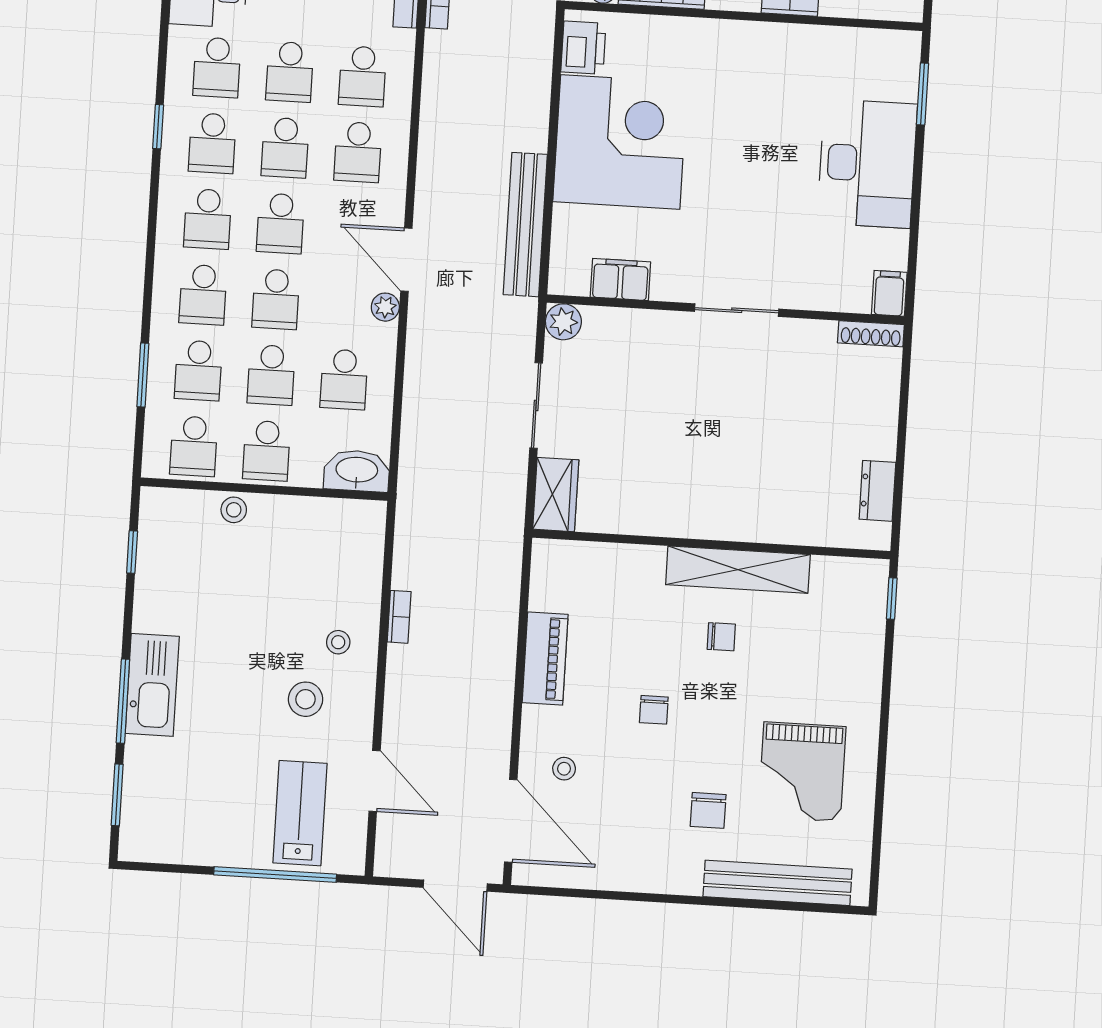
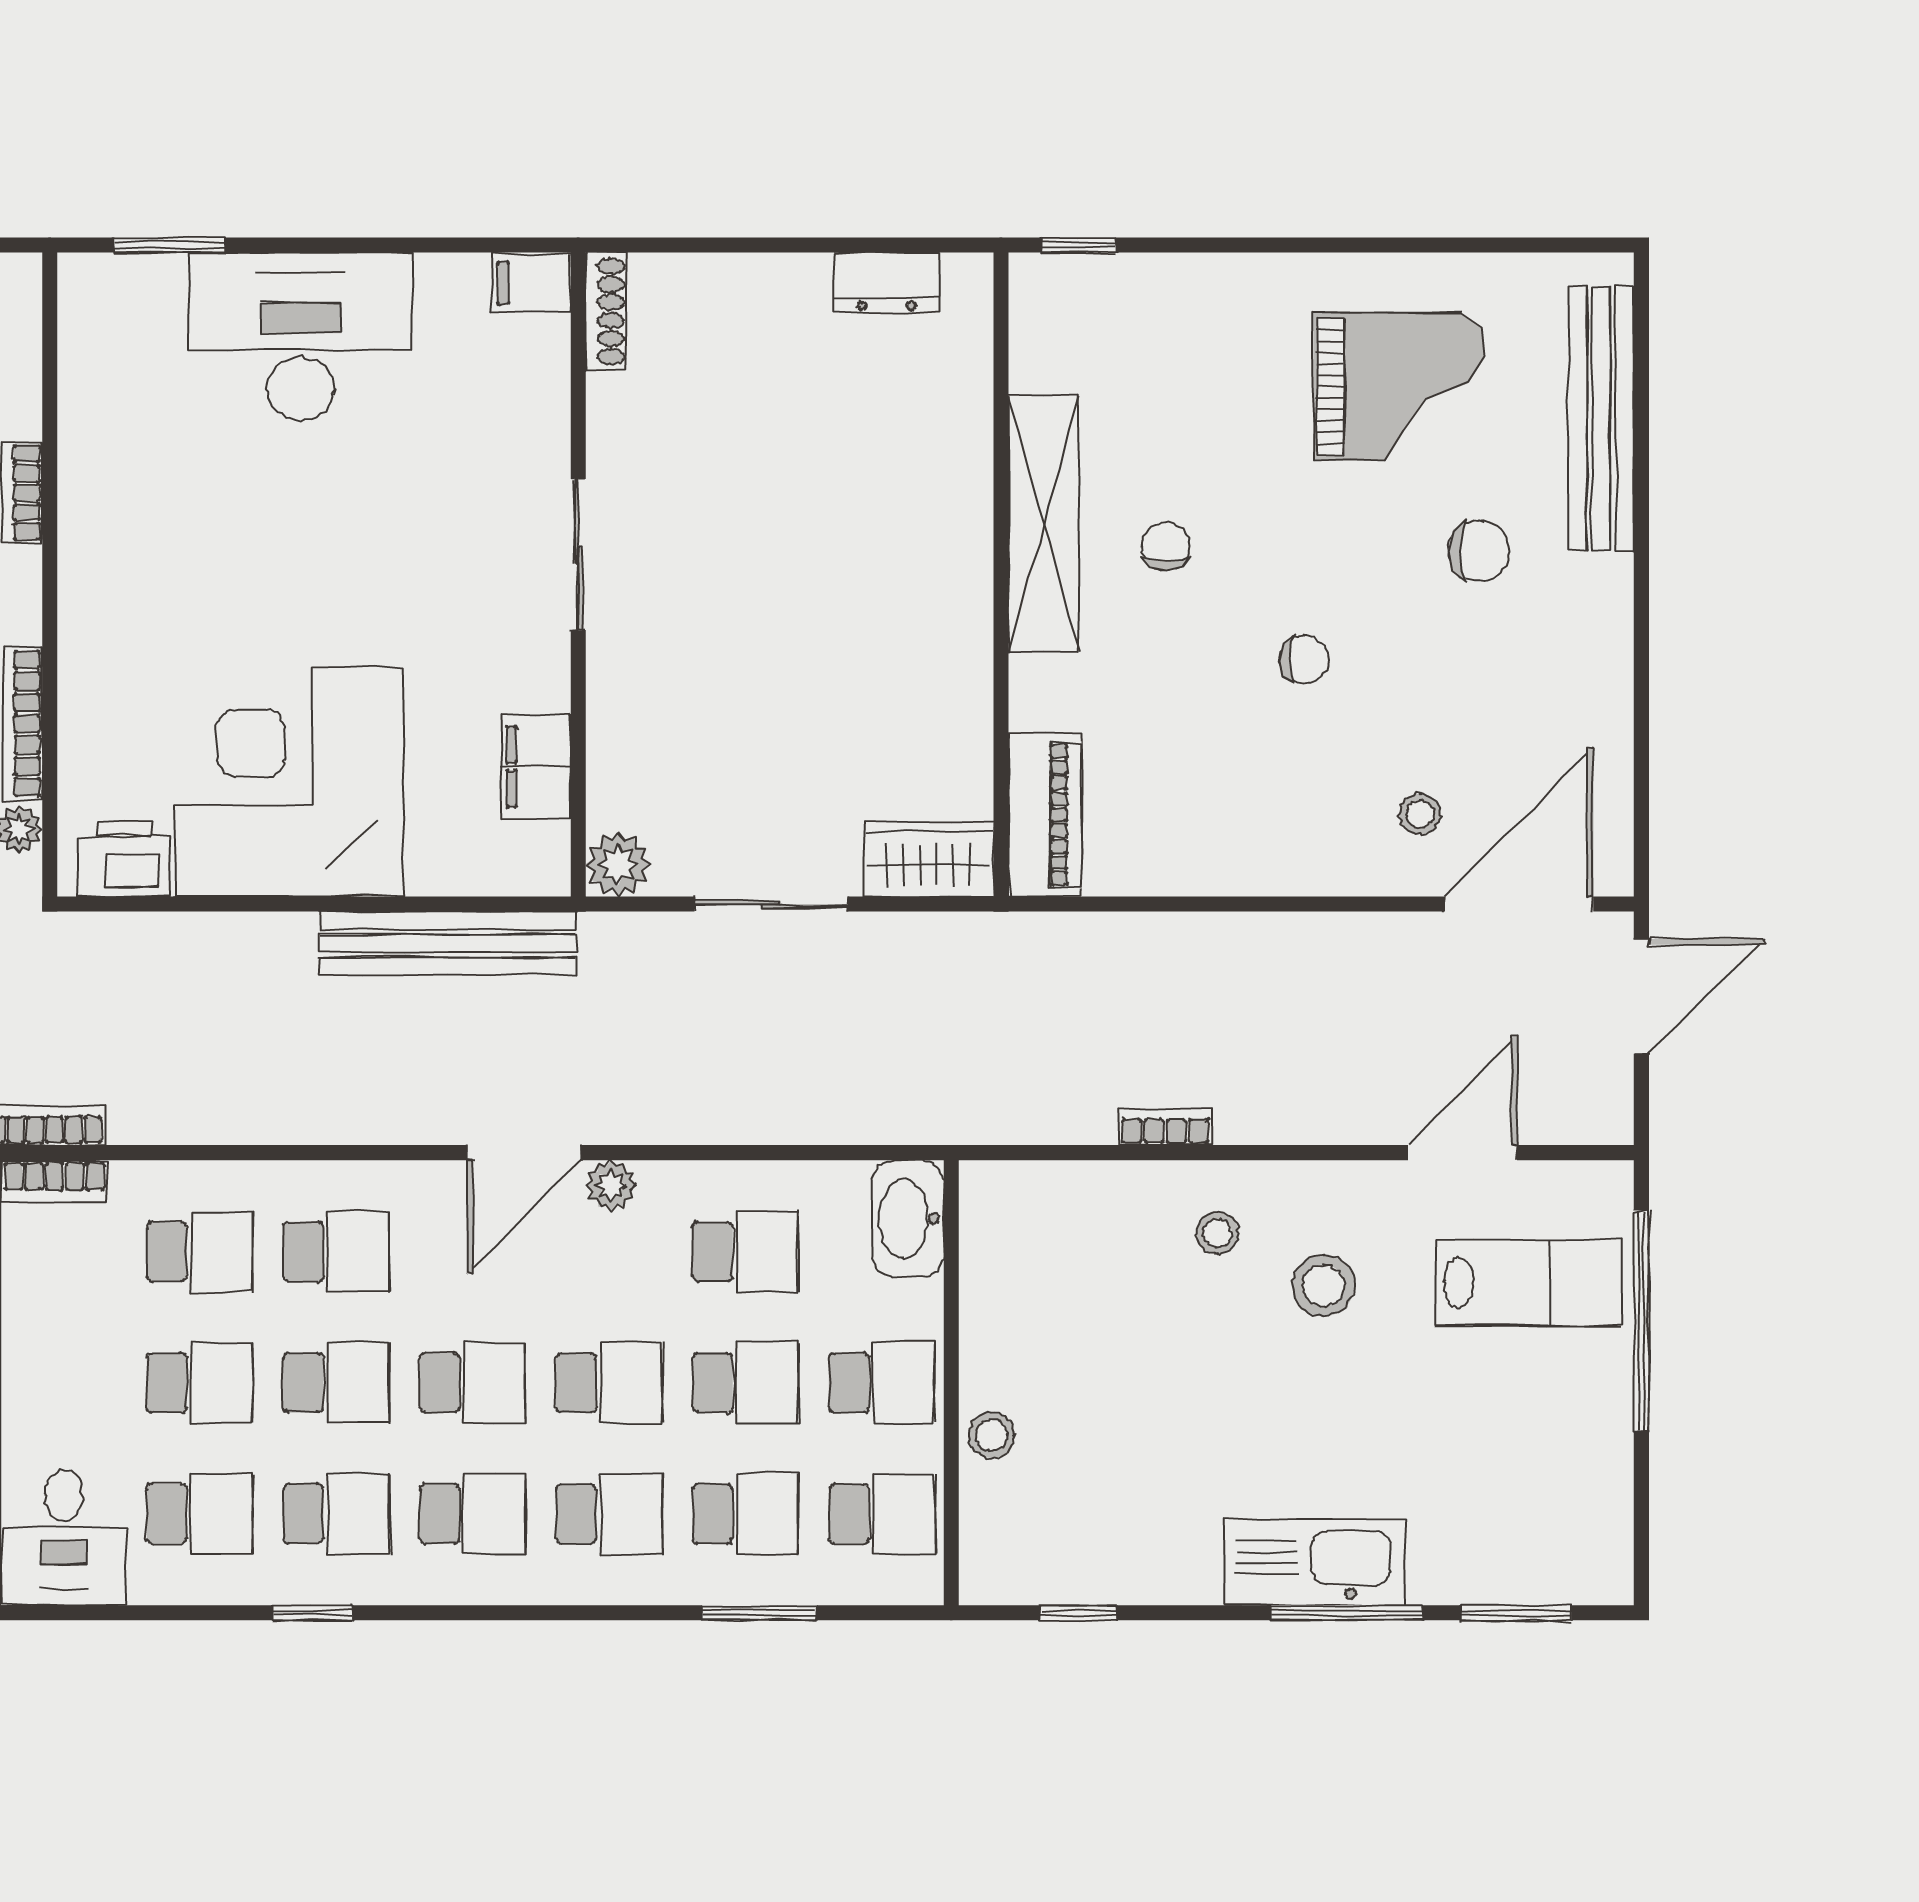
piano: (545, 659) -> (1045, 815), moved, turned 90
lab bench: (300, 813) -> (1528, 1283), turned 180

